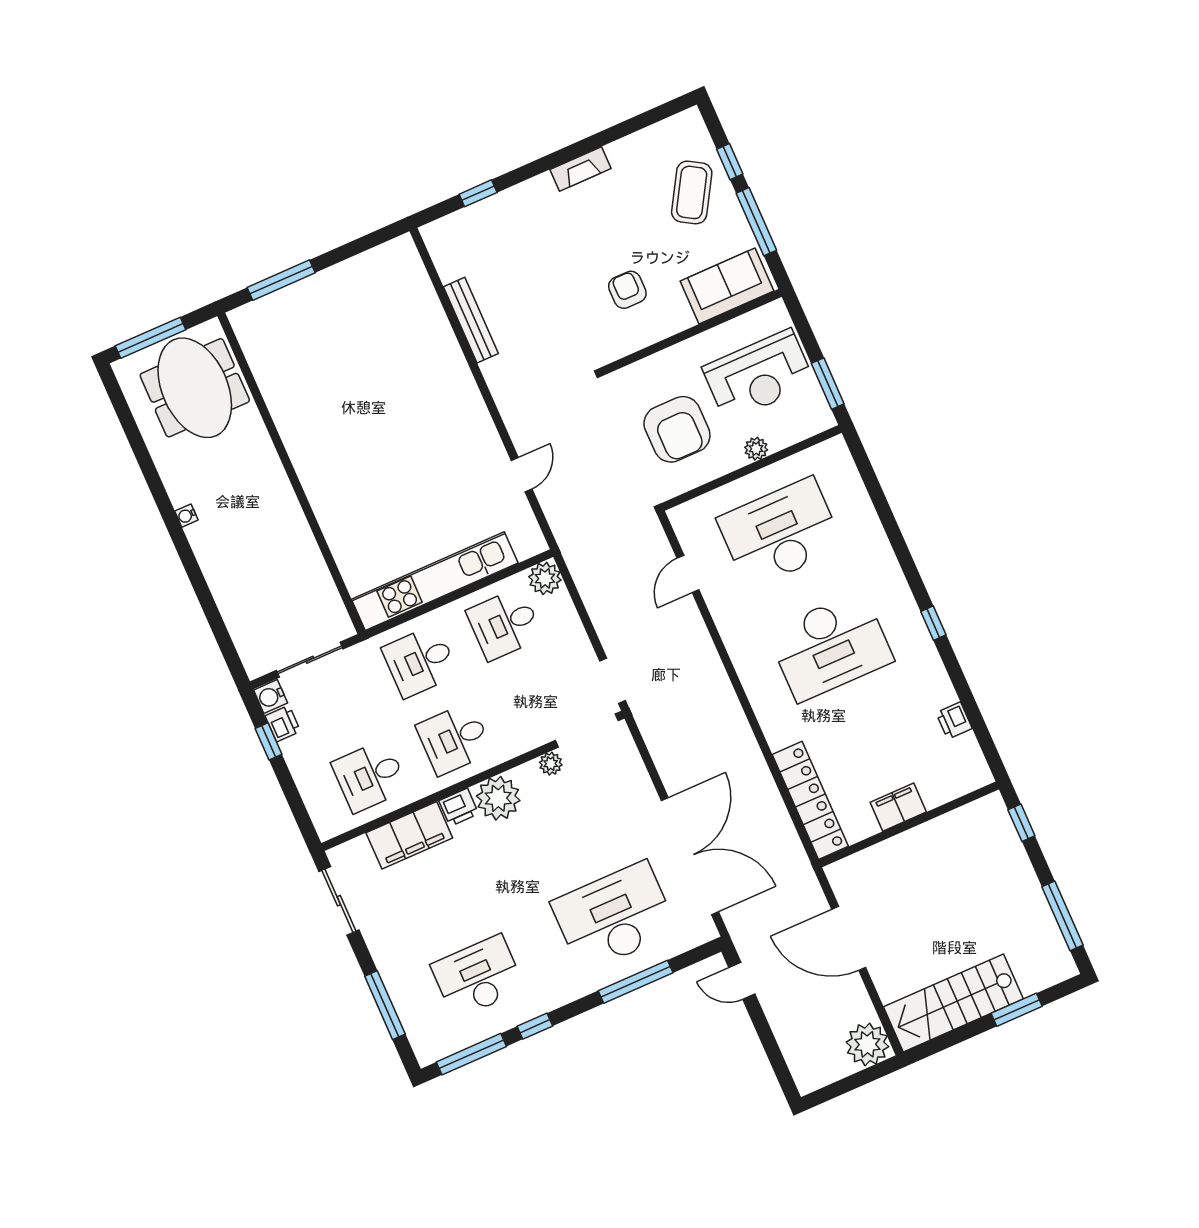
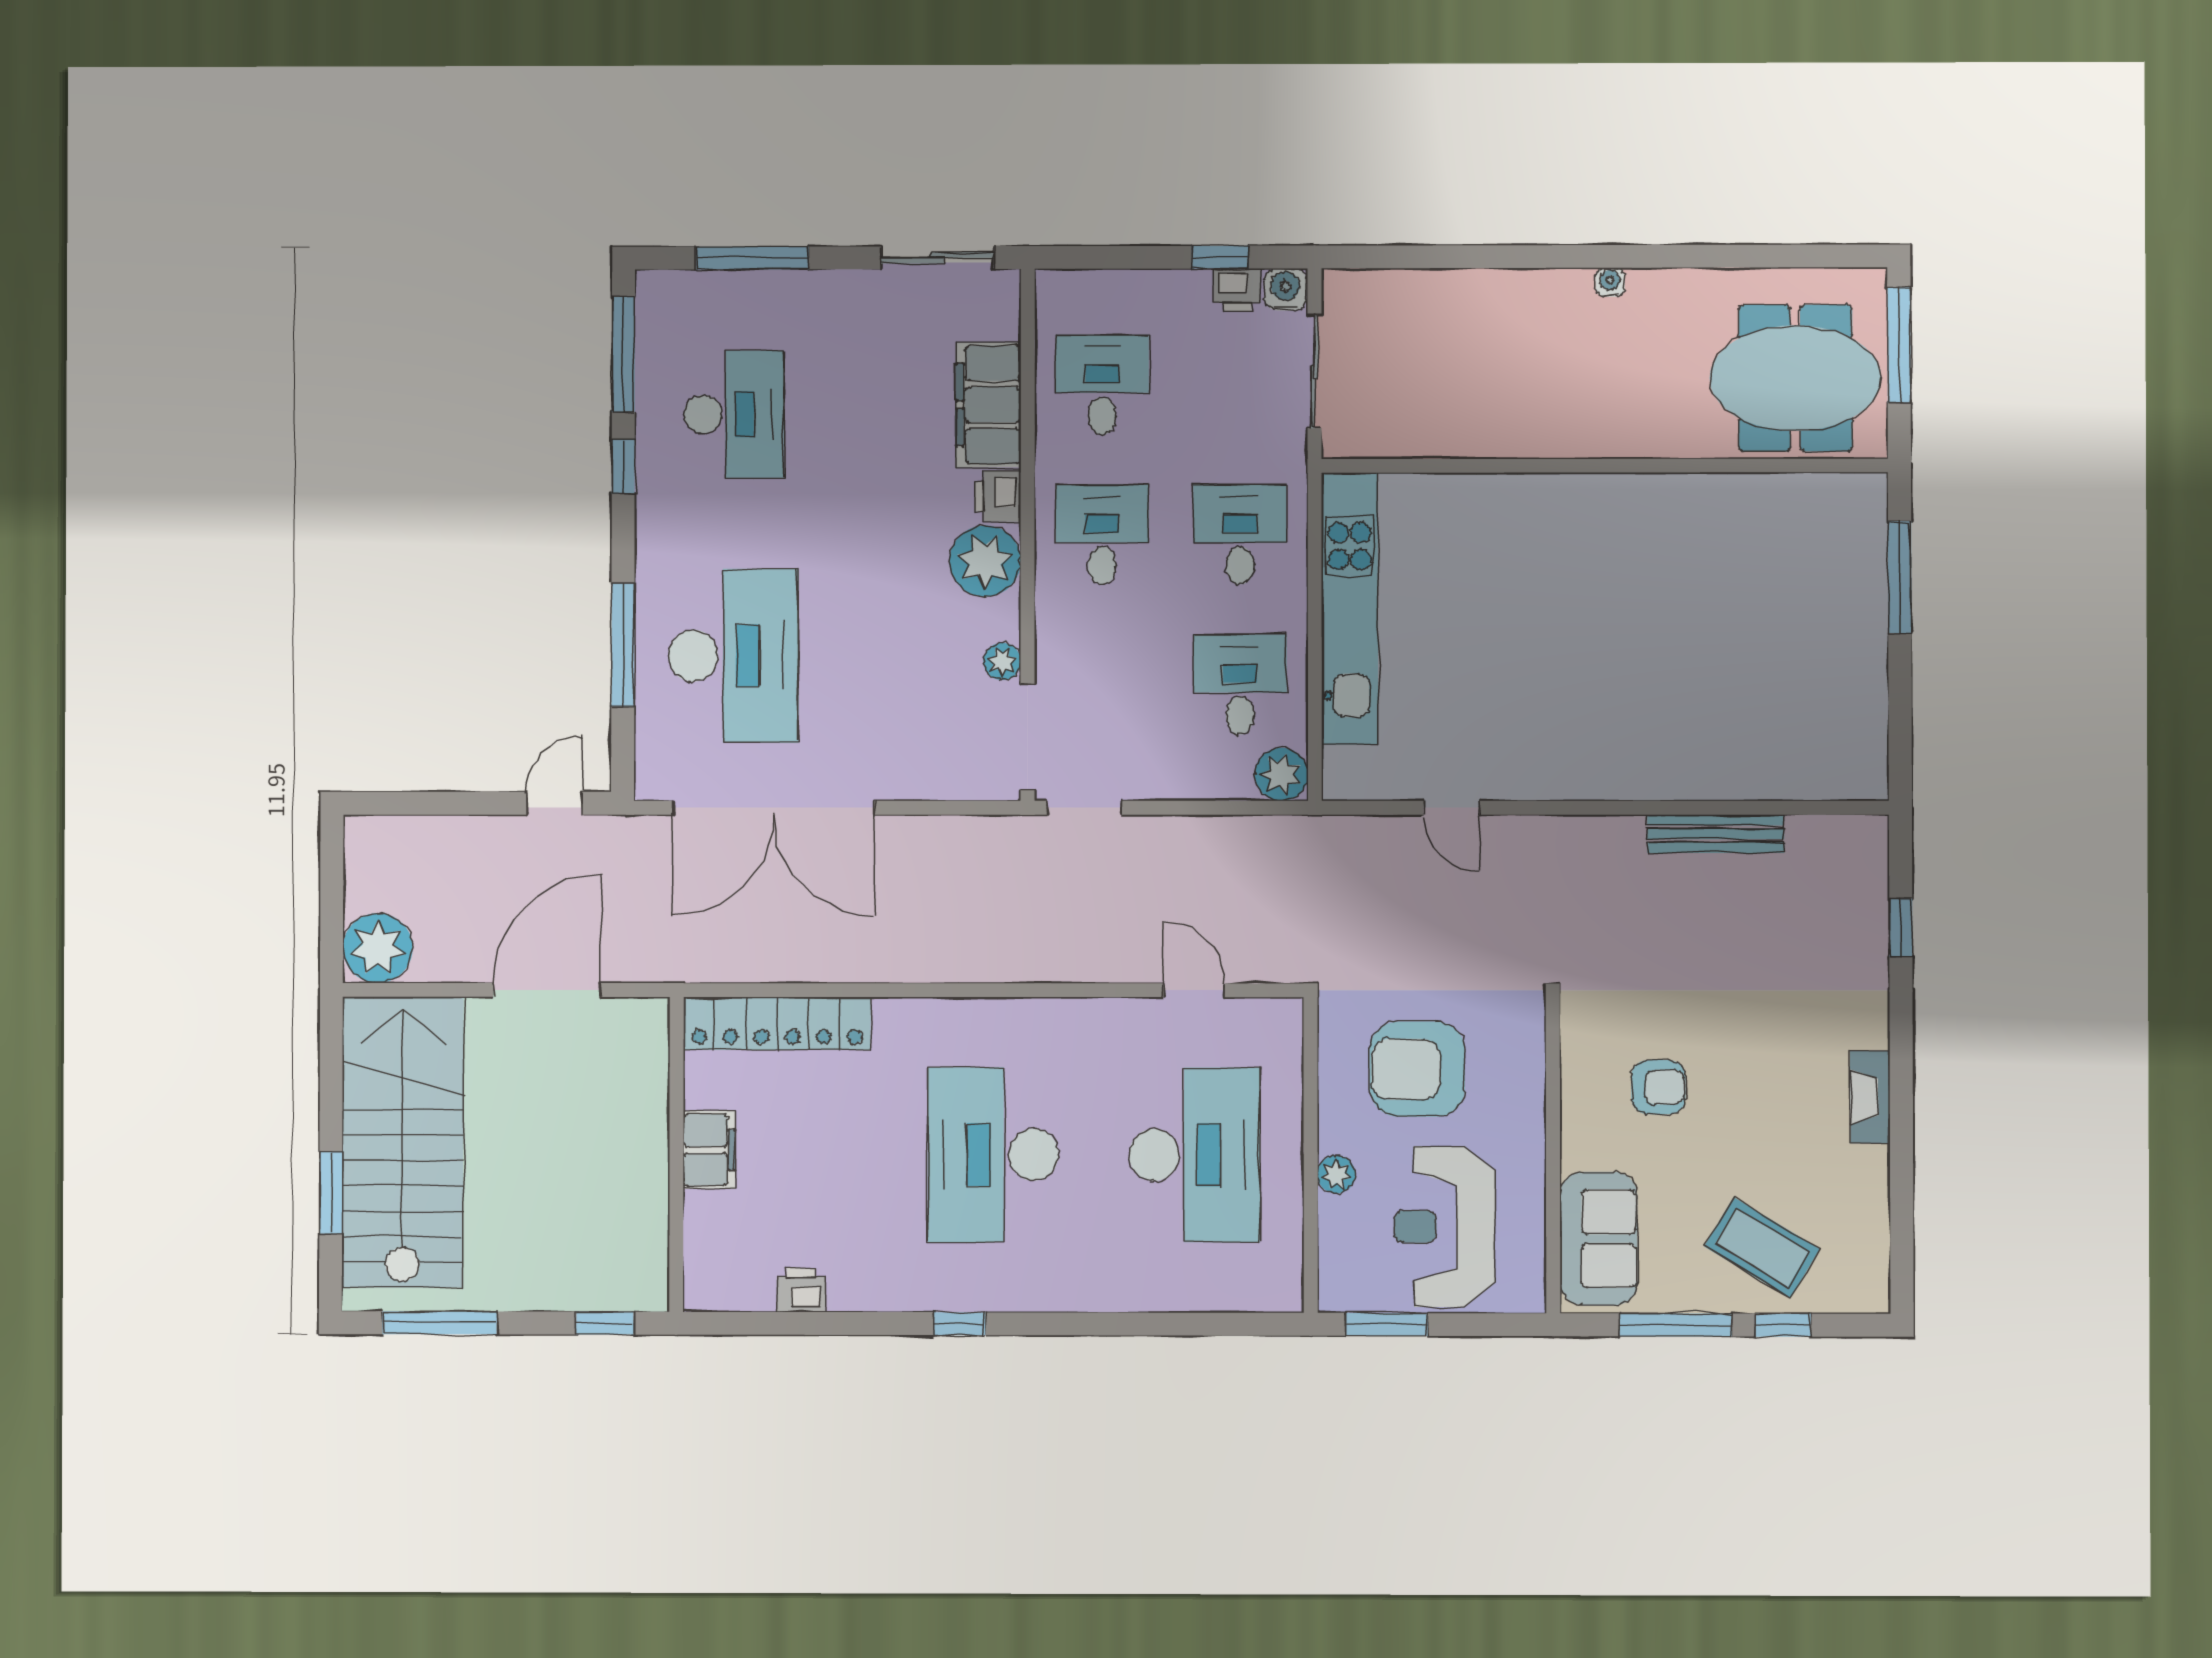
stairs: (953, 1003) -> (403, 1142), width x1.36, depth x1.51

